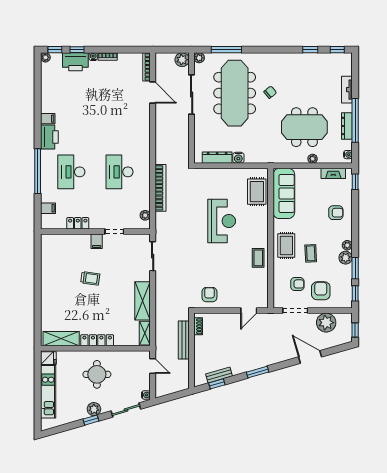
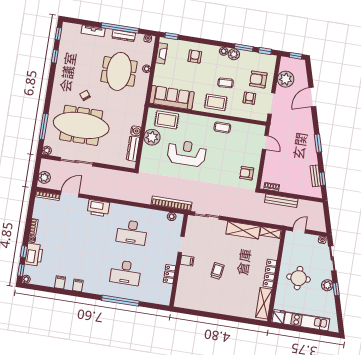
plant: (182, 60) -> (44, 177), moved
printer: (49, 137) -> (98, 208), moved, turned 180
plant: (234, 178) -> (152, 137), added
bookcase: (160, 188) -> (172, 203), moved
filing cabinet: (48, 208) -> (60, 282), moved

